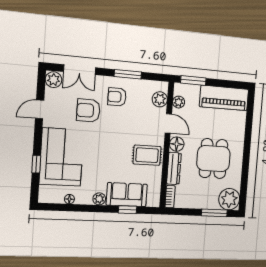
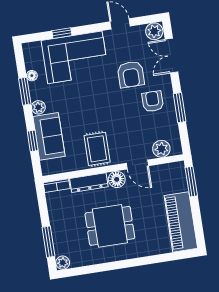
plant: (179, 102) -> (163, 171), removed
armchair: (88, 110) -> (131, 74), turned 180
door: (168, 123) -> (137, 165), hinge flipped
plant: (229, 199) -> (63, 263), width x0.53, depth x0.53
window: (82, 208) -> (25, 91), added

